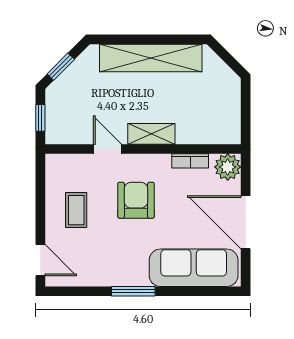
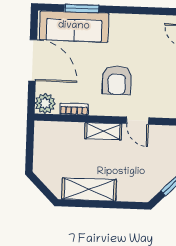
shelving: (151, 58) -> (89, 189), width x0.68
coffee table: (76, 210) -> (163, 74), removed
window: (133, 291) -> (82, 9), moved

